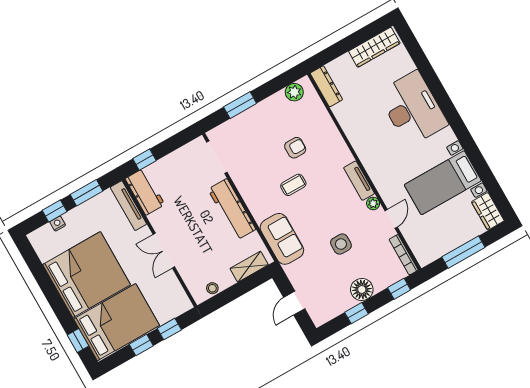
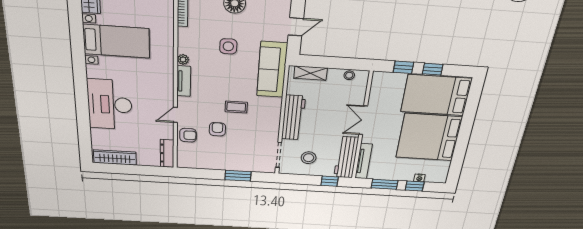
plant: (294, 92) -> (193, 162), removed
armchair: (319, 122) -> (188, 135), added
armchair: (295, 148) -> (217, 129), turned 90
stool: (185, 174) -> (309, 158), added
workbench: (145, 192) -> (346, 157), width x1.38
door: (391, 219) -> (175, 115), moved
sofa: (282, 239) -> (272, 70), width x1.36
double door: (164, 251) -> (363, 120), swing flipped
window: (78, 340) -> (473, 100), removed

